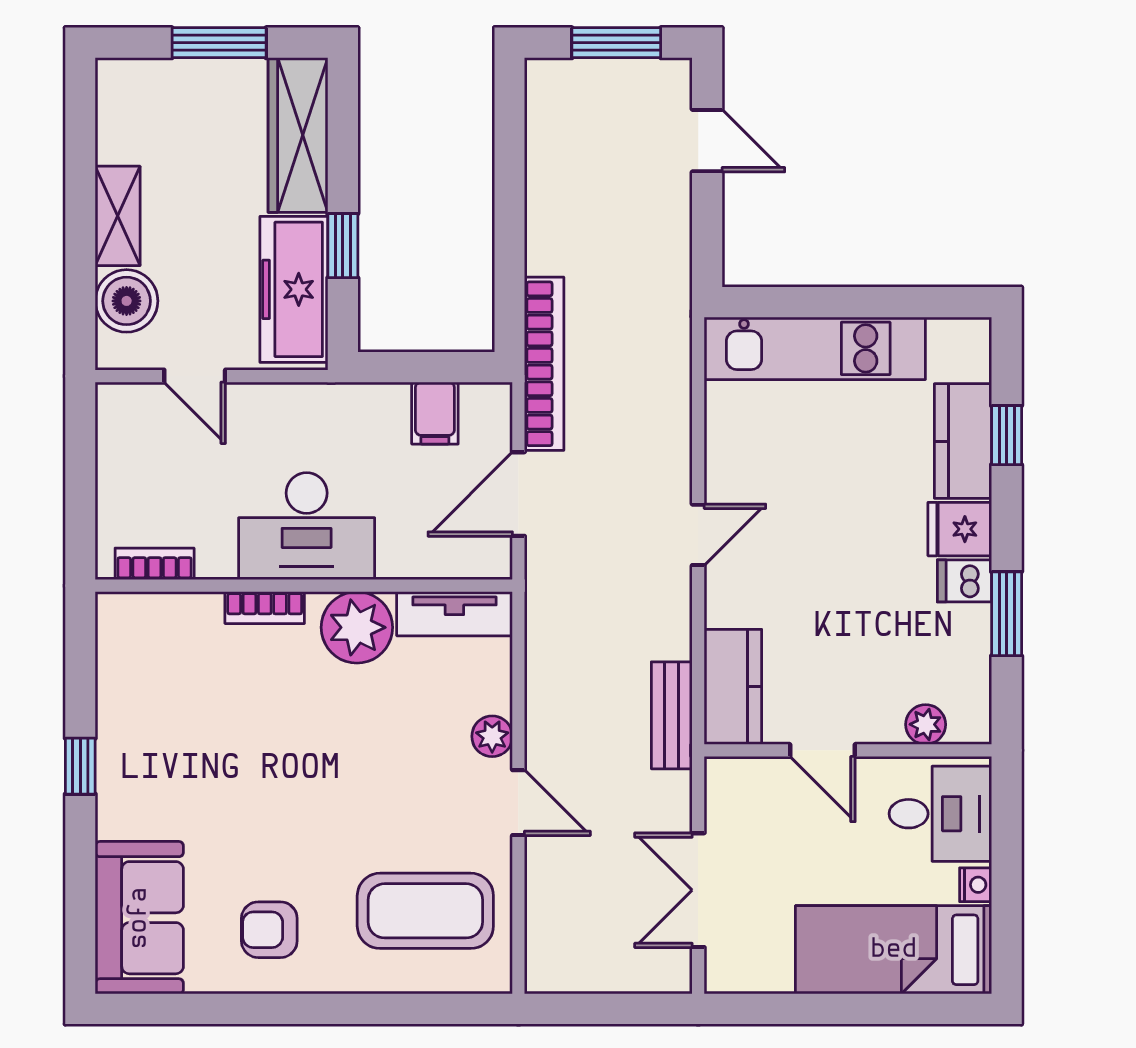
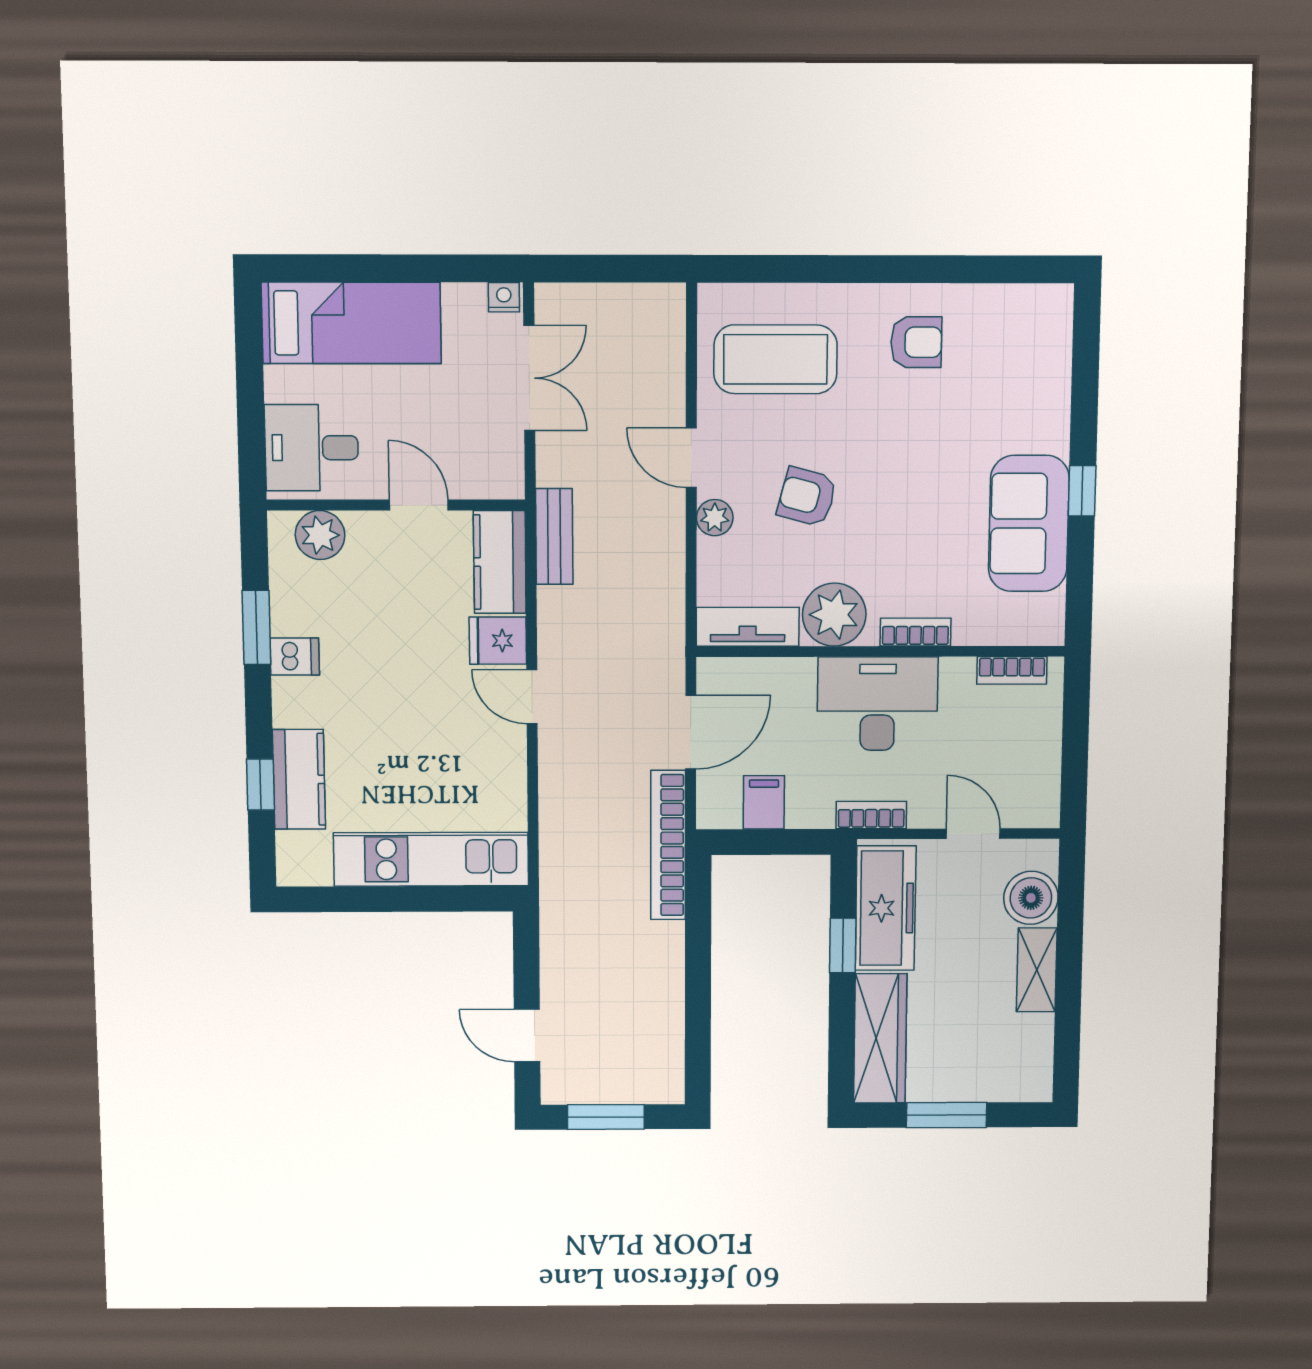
bookcase: (312, 398) -> (871, 815), added
fridge: (960, 529) -> (498, 641), moved, turned 180
door: (698, 535) -> (532, 697), hinge flipped
plant: (926, 724) -> (320, 535), width x1.38, depth x1.38
armchair: (389, 760) -> (807, 497), added
nightstand: (976, 885) -> (504, 297), moved, turned 90
sofa: (139, 918) -> (1029, 524), moved

